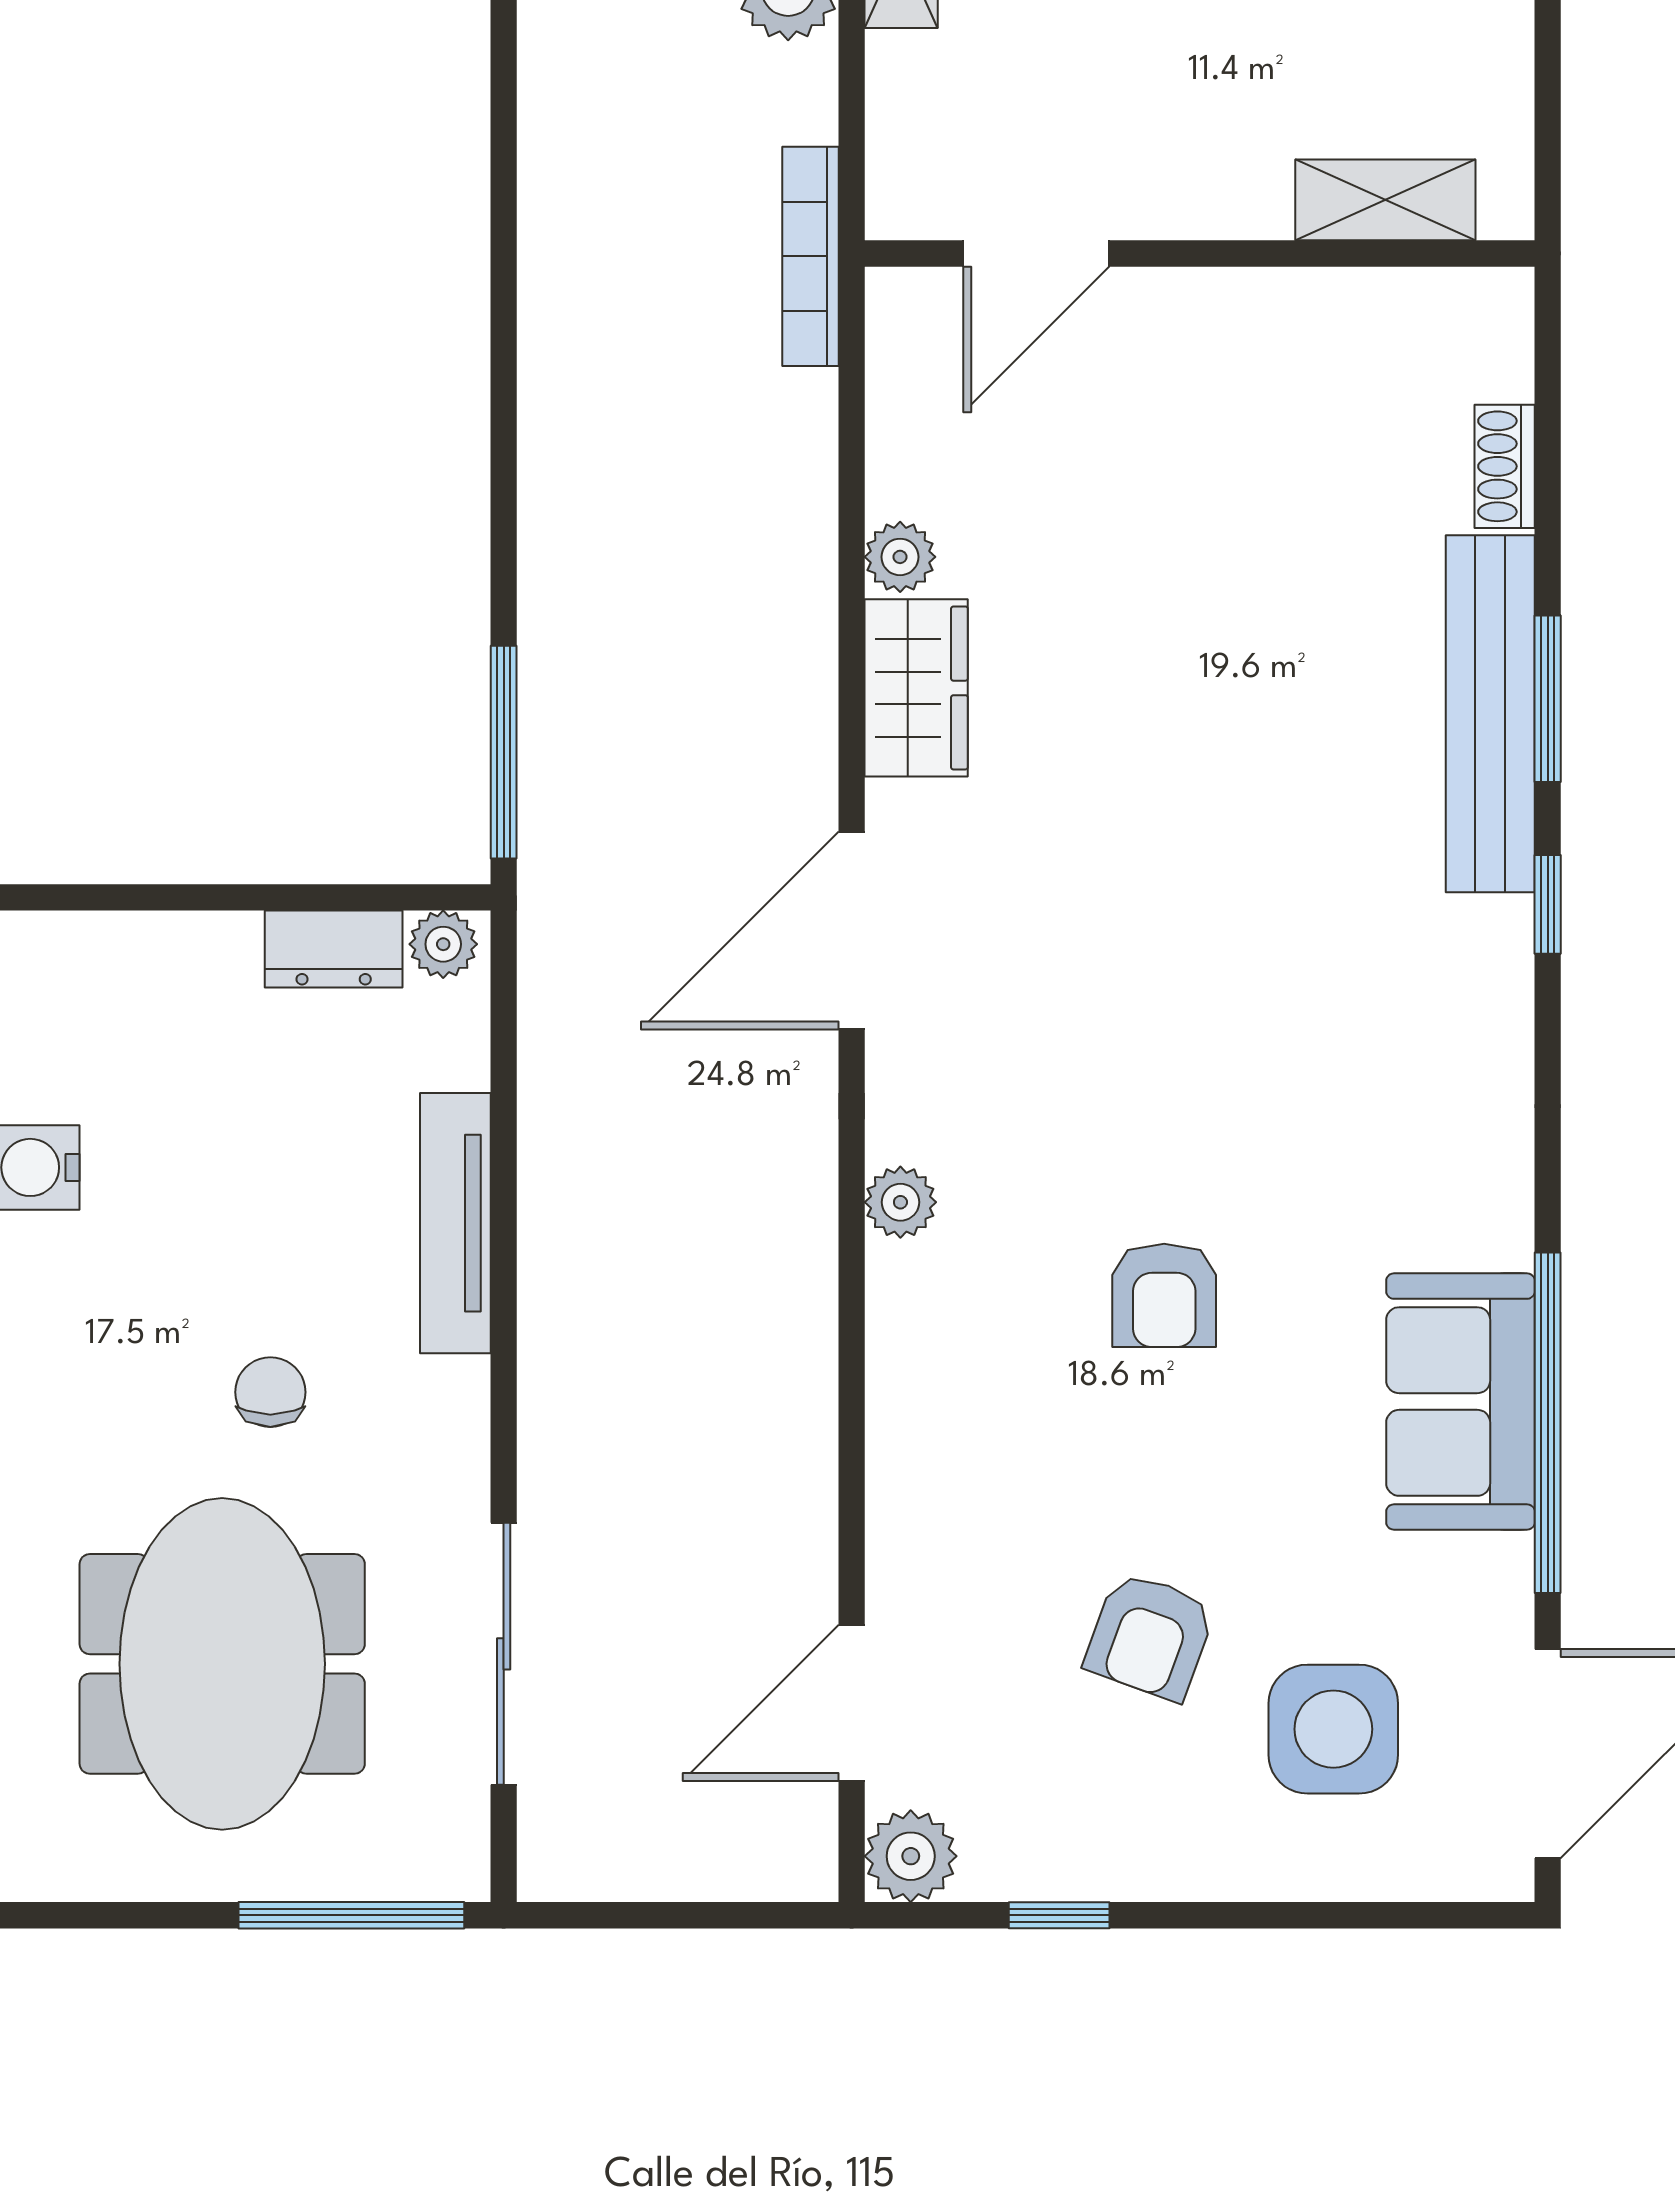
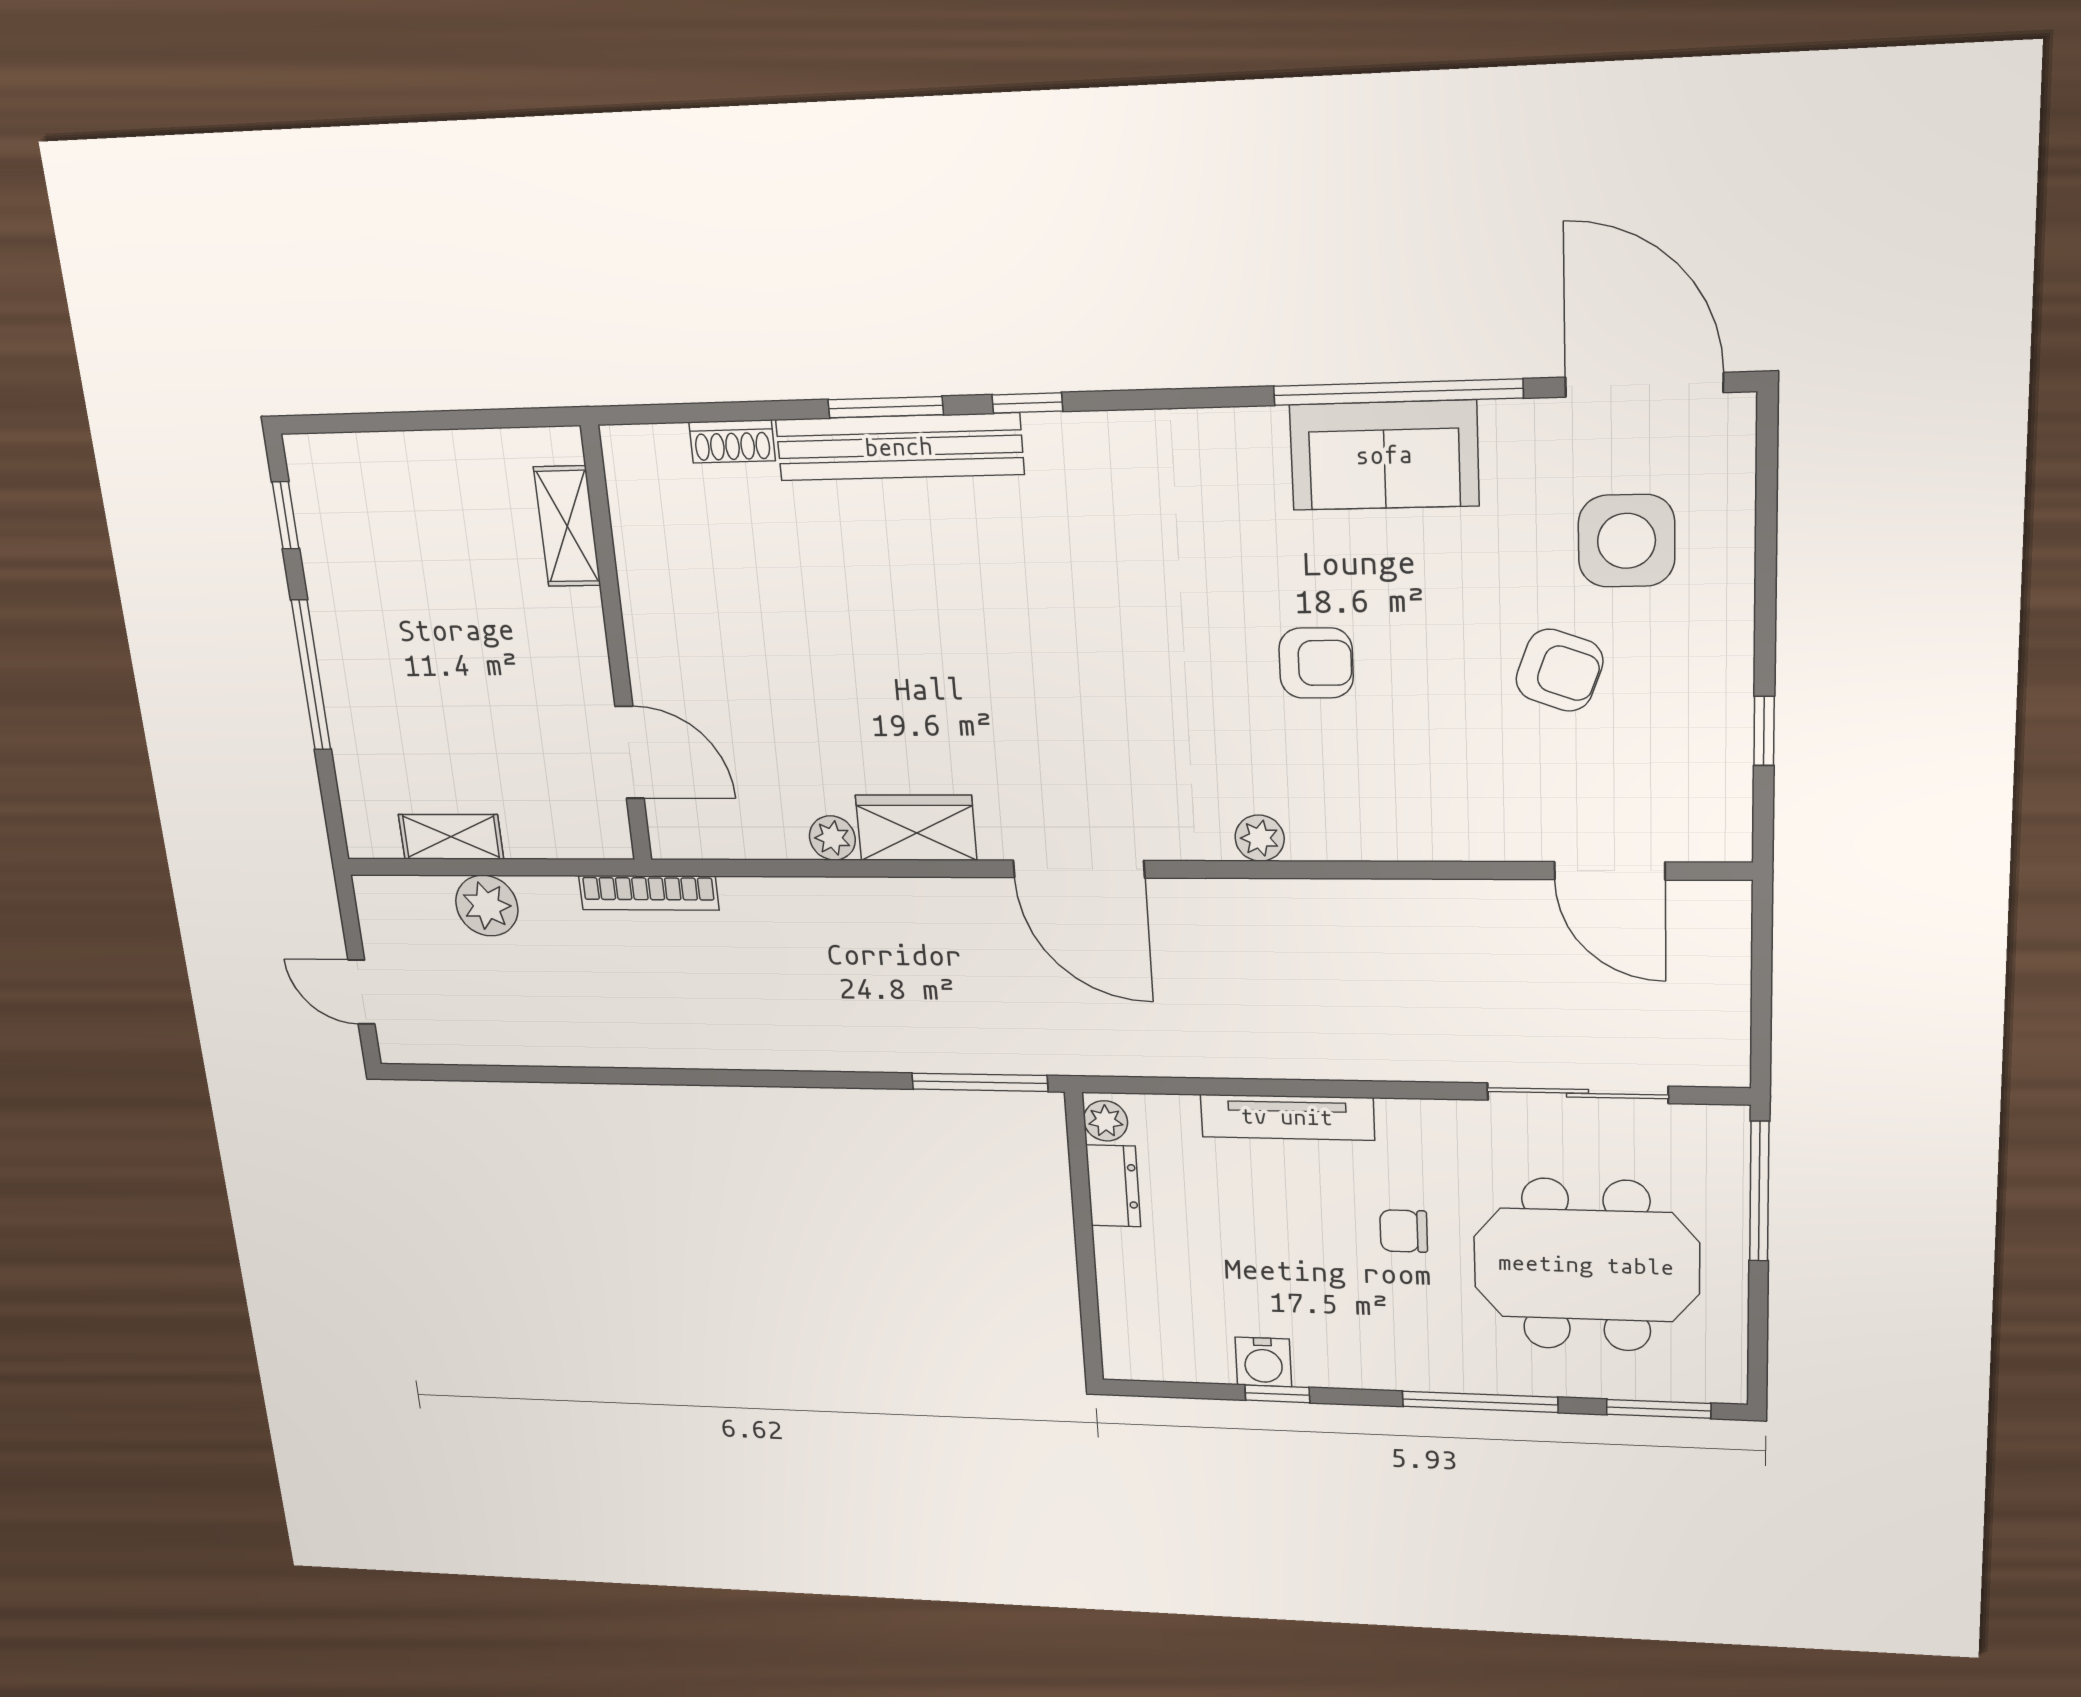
plant: (911, 1856) -> (1720, 832), removed

